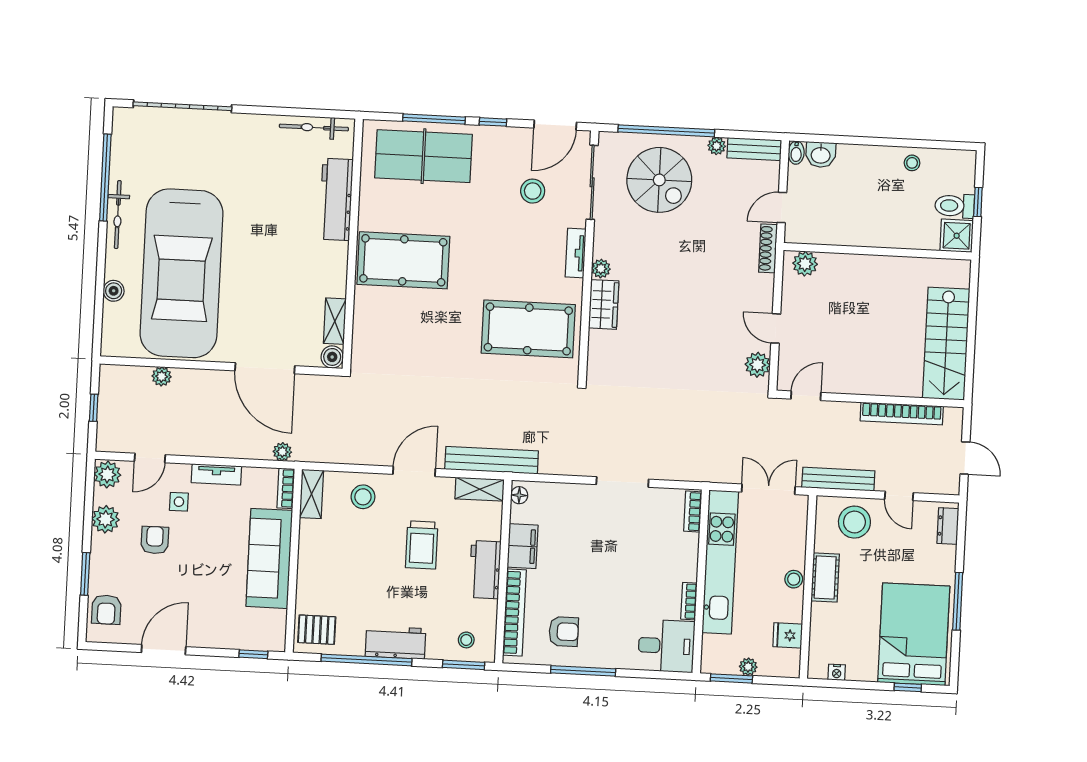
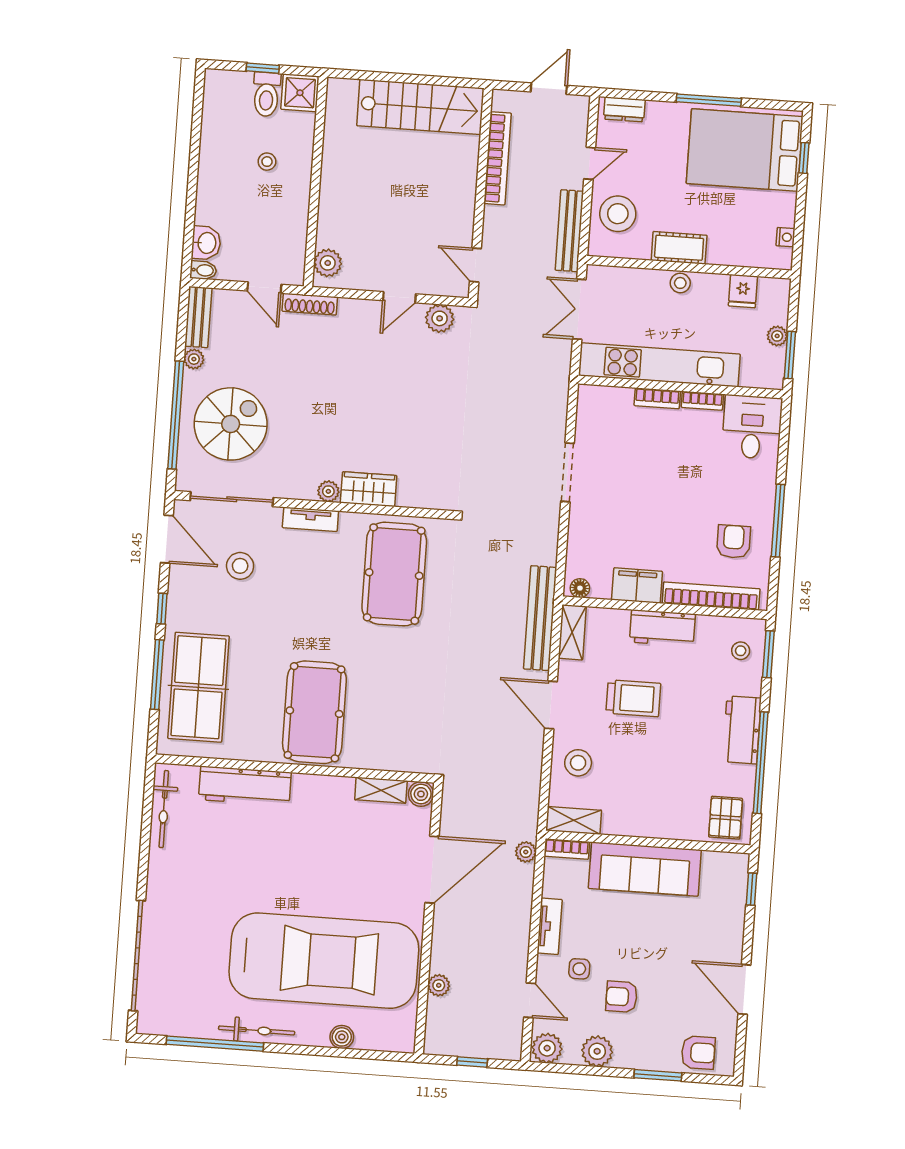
stool: (912, 163) -> (267, 162), moved
bookcase: (693, 511) -> (657, 398), moved

